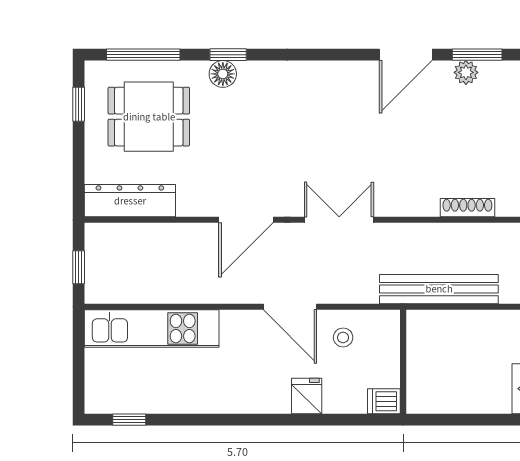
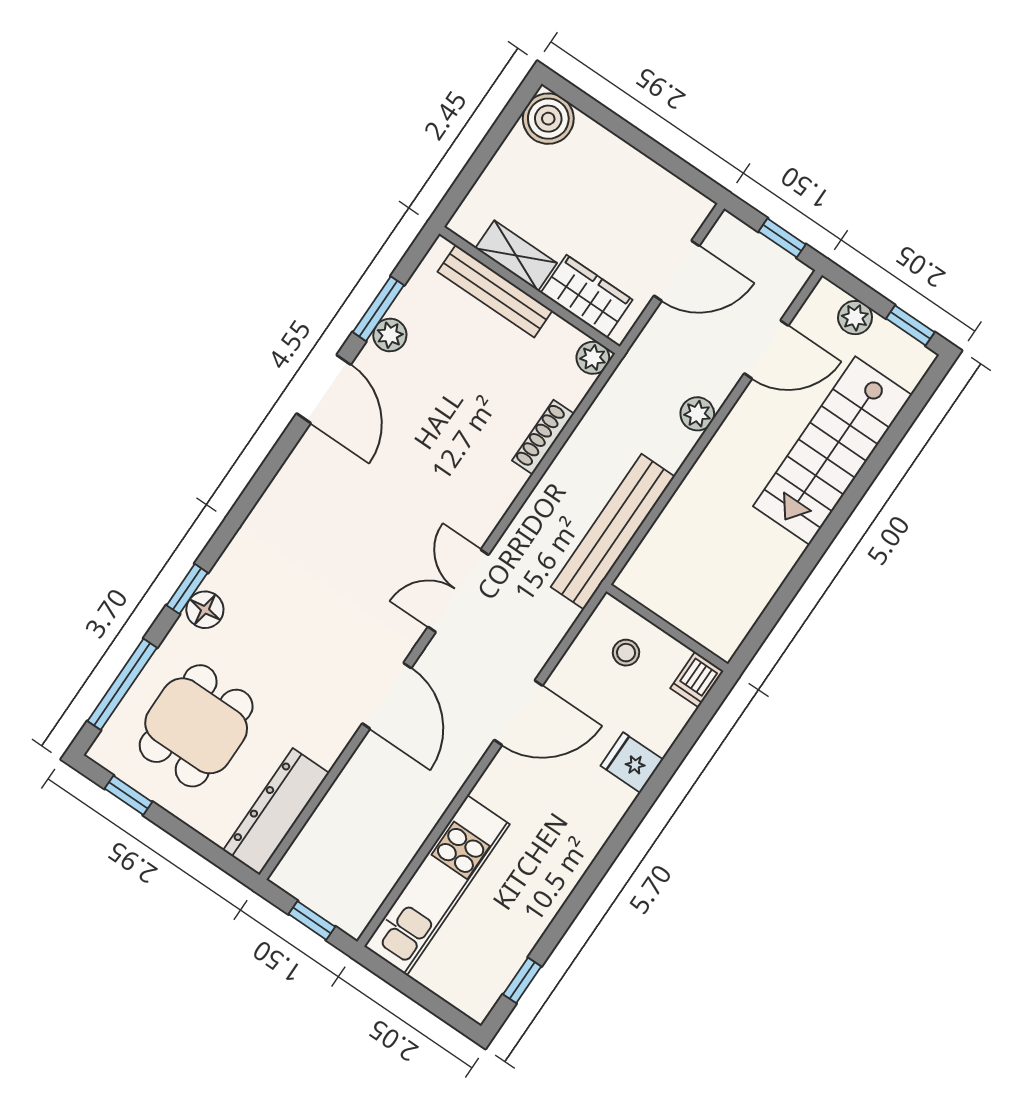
stool: (343, 337) -> (626, 653), moved

